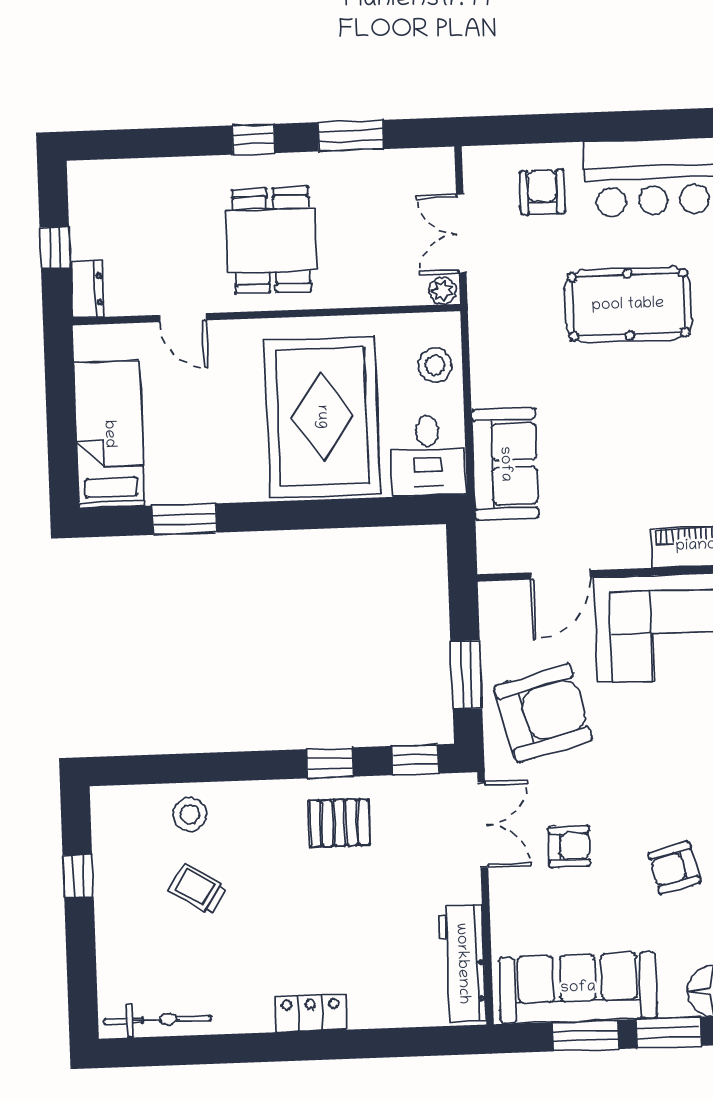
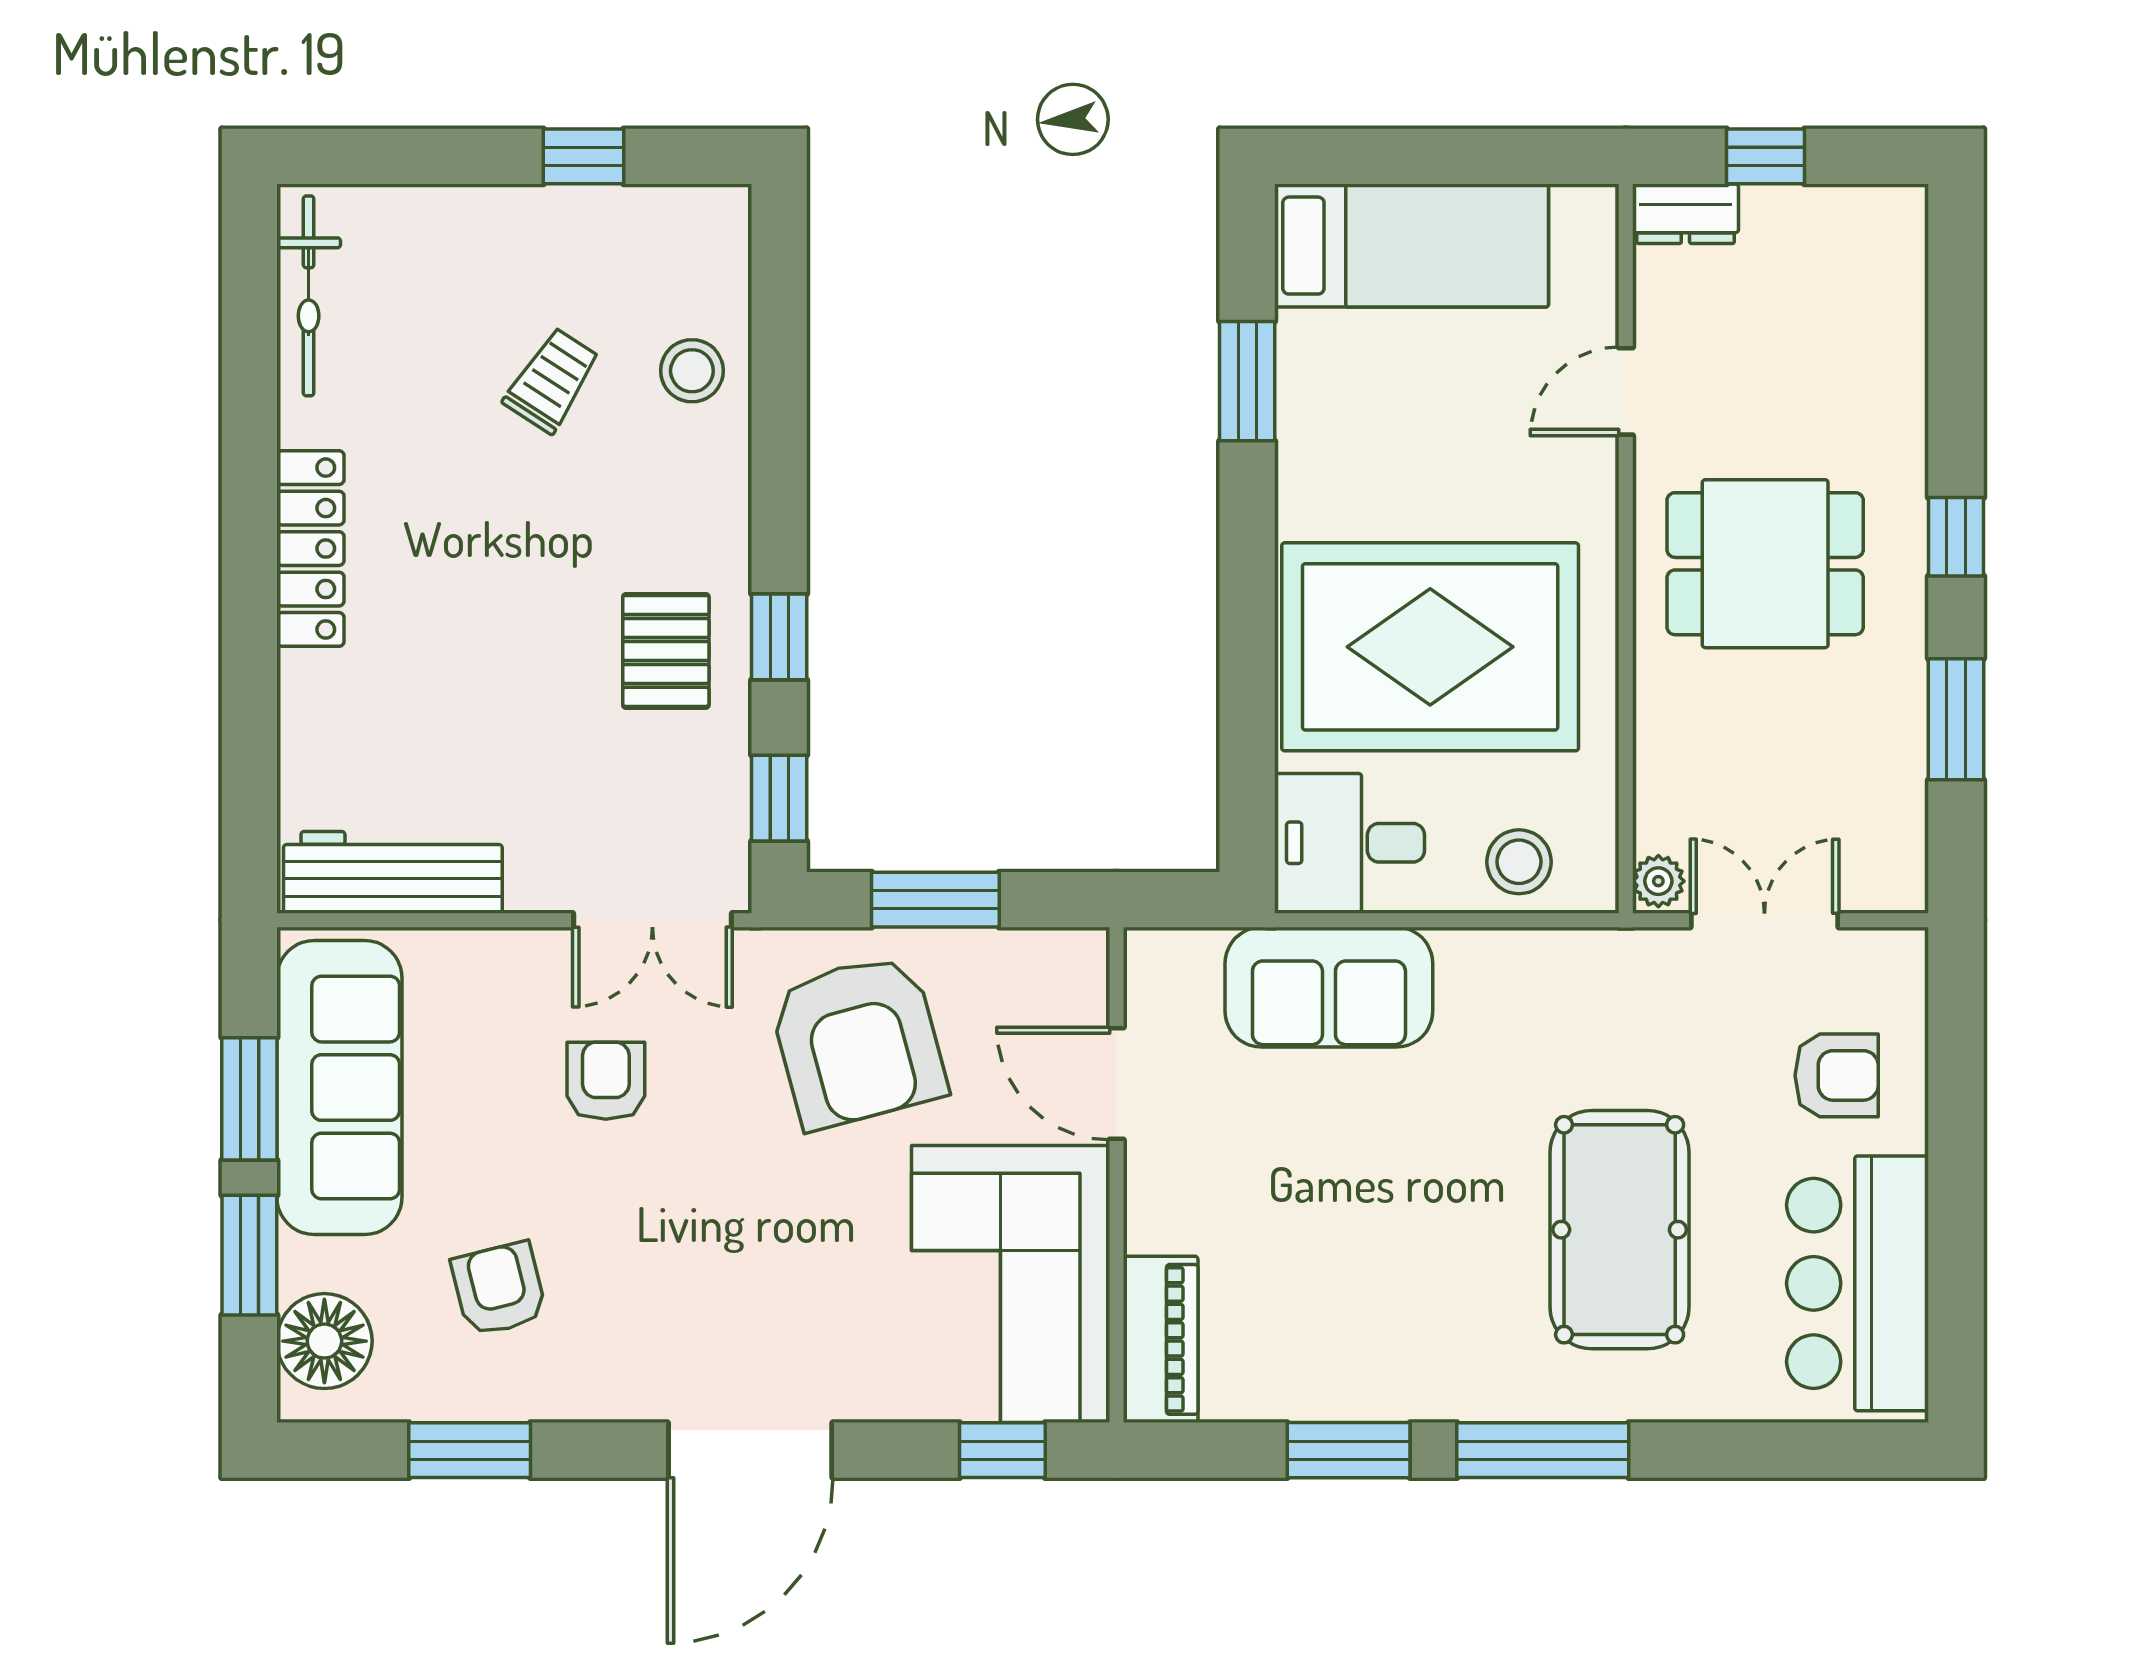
armchair: (569, 846) -> (606, 1081), turned 180
armchair: (674, 868) -> (499, 1289), moved
locker: (310, 1013) -> (310, 549), width x1.53

